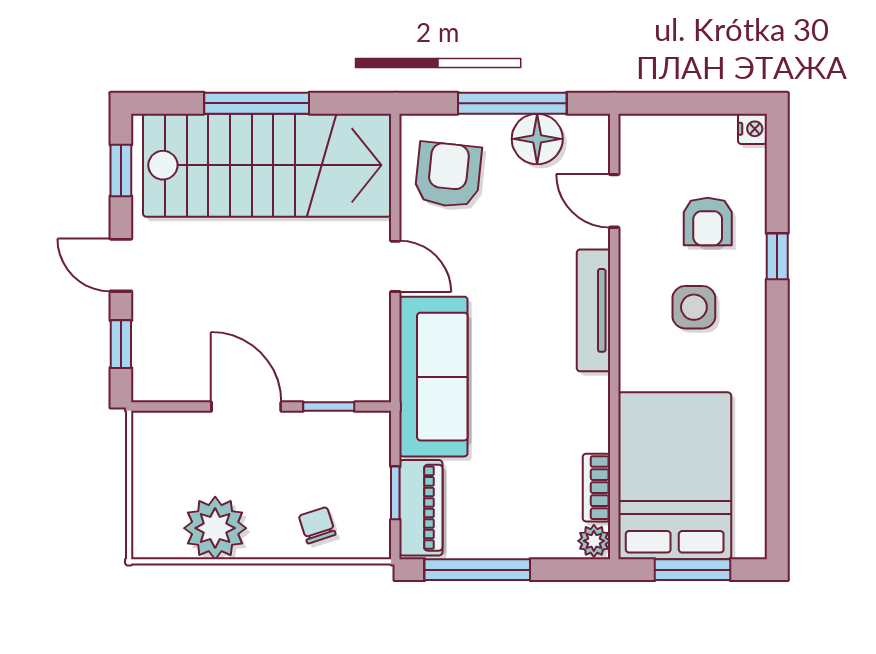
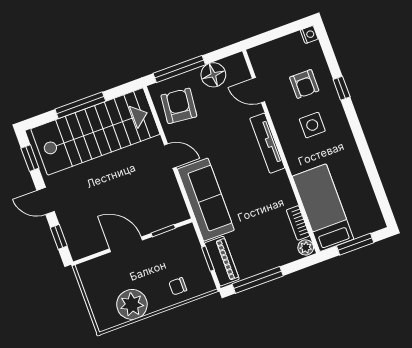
window: (512, 103) -> (179, 69), moved
bed: (675, 476) -> (323, 208), width x0.67
chair: (317, 525) -> (178, 286), turned -72

